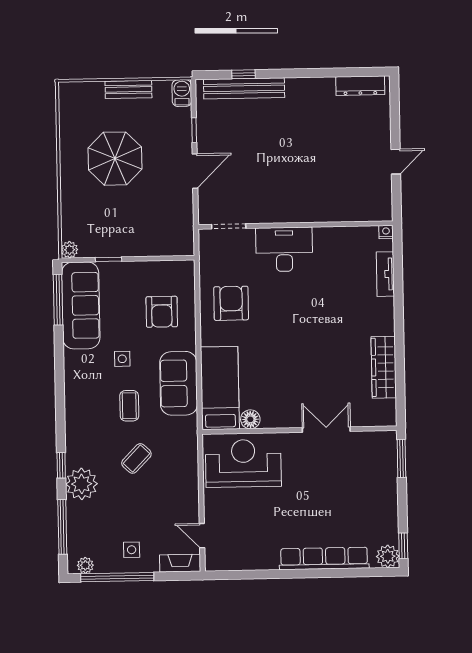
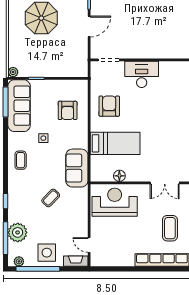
sofa: (179, 383) -> (77, 168), moved
bed: (220, 388) -> (115, 143), moved, turned 90
coffee table: (129, 406) -> (21, 160), moved
double door: (326, 430) -> (165, 183), swing flipped
plant: (82, 484) -> (18, 232), moved
coffee table: (336, 505) -> (170, 228), added
side table: (132, 550) -> (47, 253), width x1.87, depth x1.87

